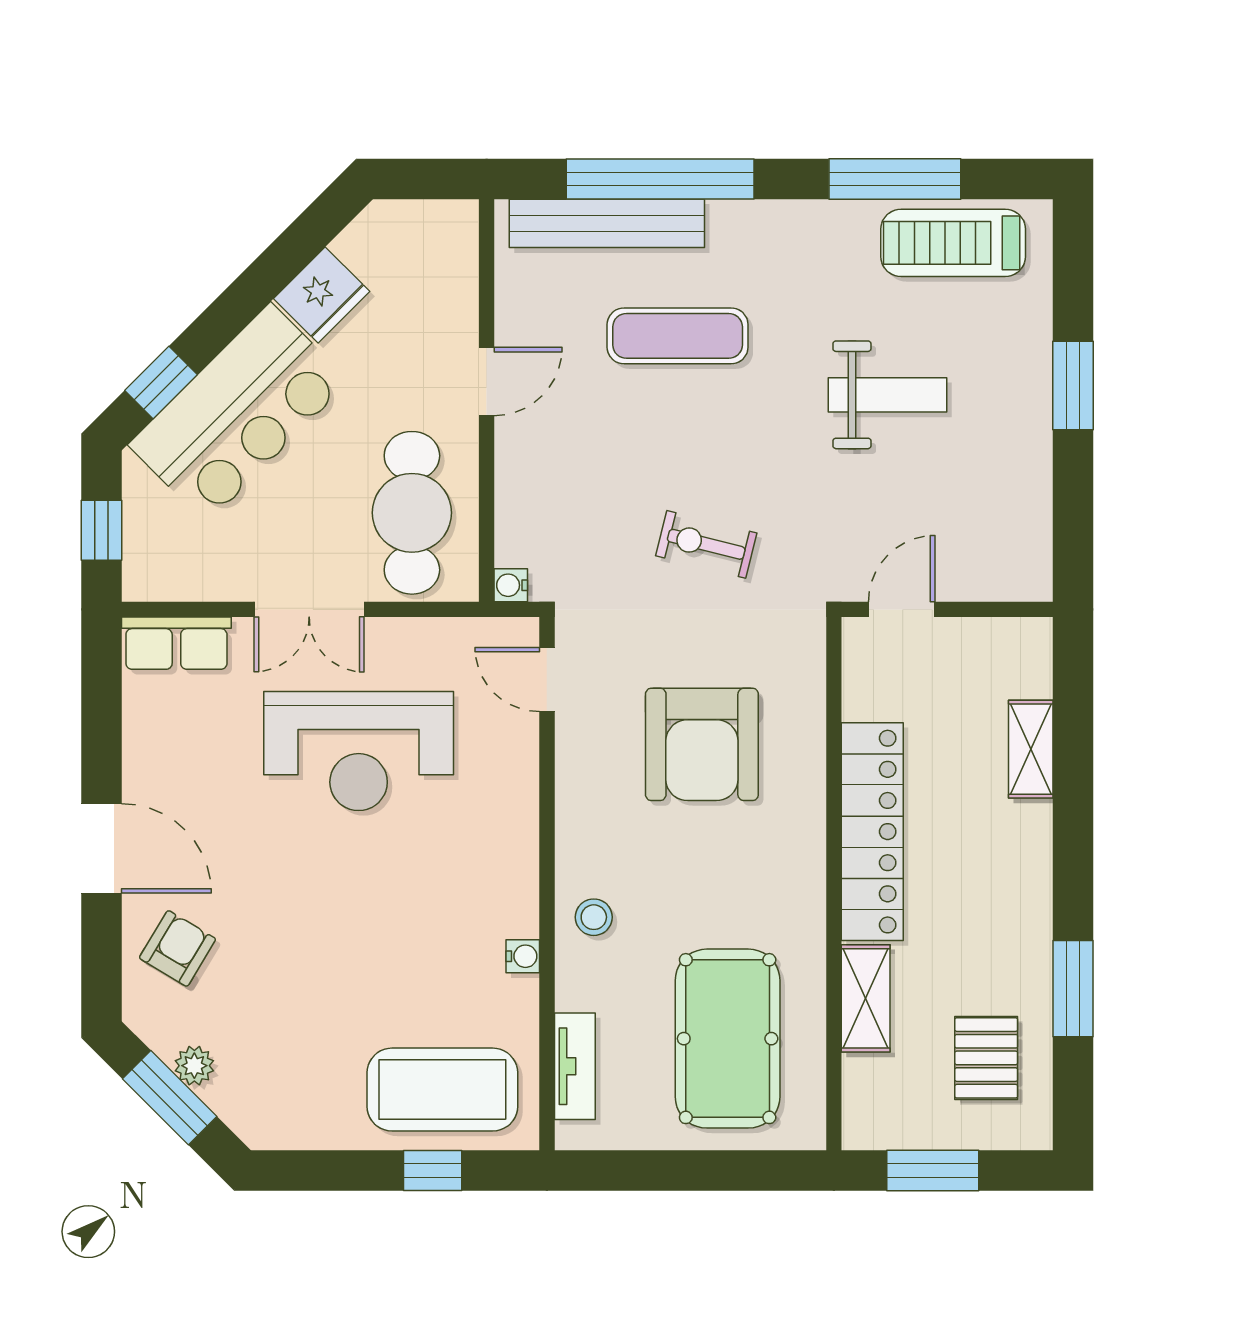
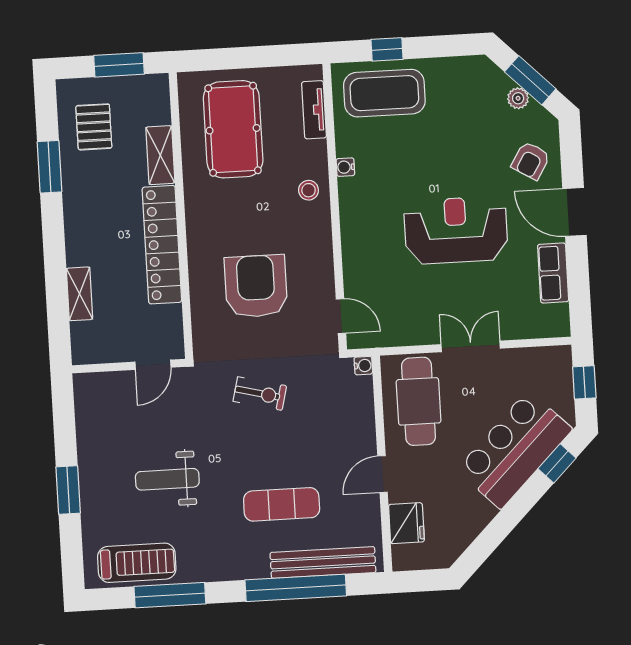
fridge: (322, 295) -> (406, 523), moved, turned 135
row of seats: (176, 643) -> (553, 273), moved, turned -90
reception desk: (359, 751) -> (456, 230), moved

